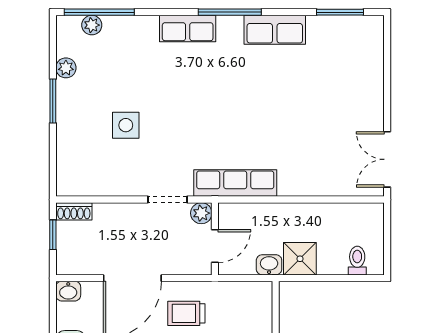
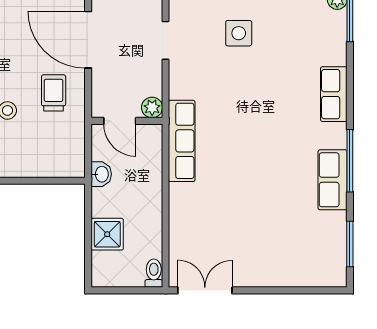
window: (230, 12) -> (350, 161), moved
doorway: (167, 200) -> (165, 40), moved
shower: (300, 259) -> (107, 234), moved
toilet: (357, 261) -> (154, 273), moved, turned -90

